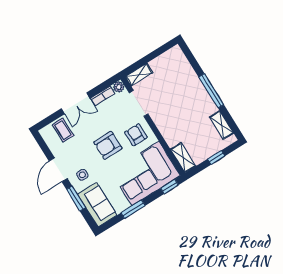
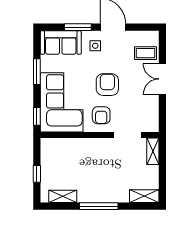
plant: (119, 87) -> (153, 126), removed
bookcase: (103, 96) -> (154, 108), removed
armchair: (136, 135) -> (101, 115), turned 90
shelving: (183, 158) -> (144, 196), moved

